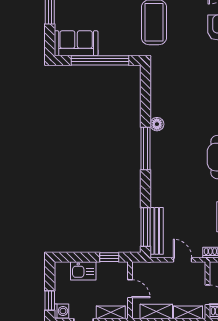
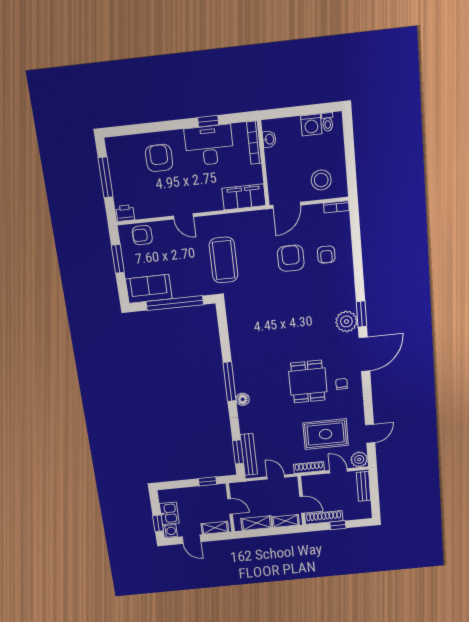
floor lamp: (157, 124) -> (243, 399), moved
window: (146, 227) -> (238, 452), width x0.69
kitchen sink: (83, 271) -> (169, 513), moved, turned -90

